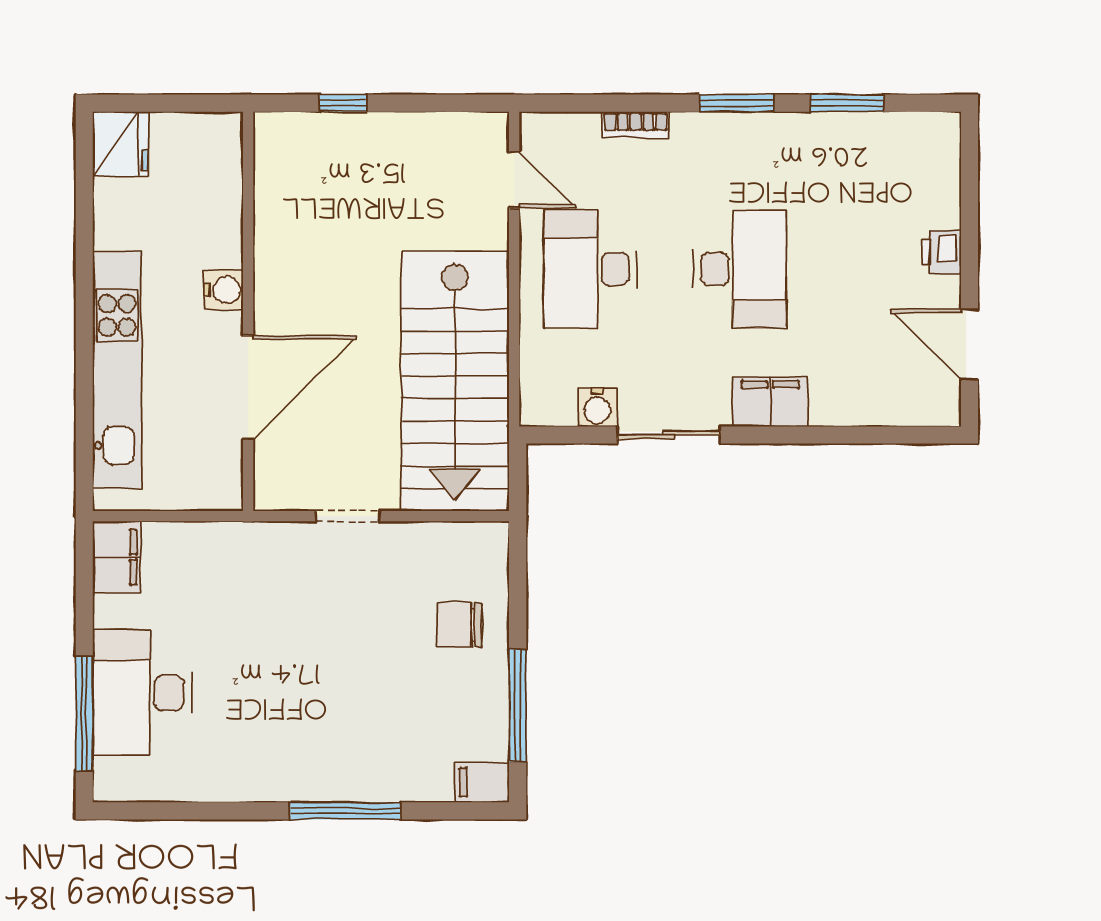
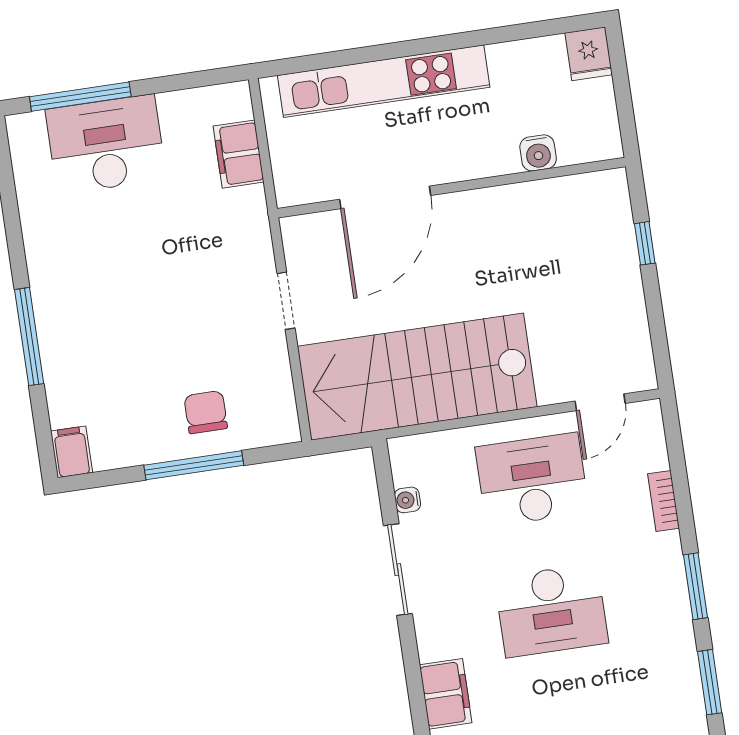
fridge: (120, 144) -> (589, 54), width x0.72
water cooler: (223, 290) -> (538, 153), moved
door: (248, 388) -> (385, 197), hinge flipped
filing cabinet: (770, 402) -> (446, 694), moved
water cooler: (597, 407) -> (407, 500), width x0.72, depth x0.72
filing cabinet: (117, 557) -> (239, 154), moved, turned 90
window: (518, 705) -> (194, 465), moved

